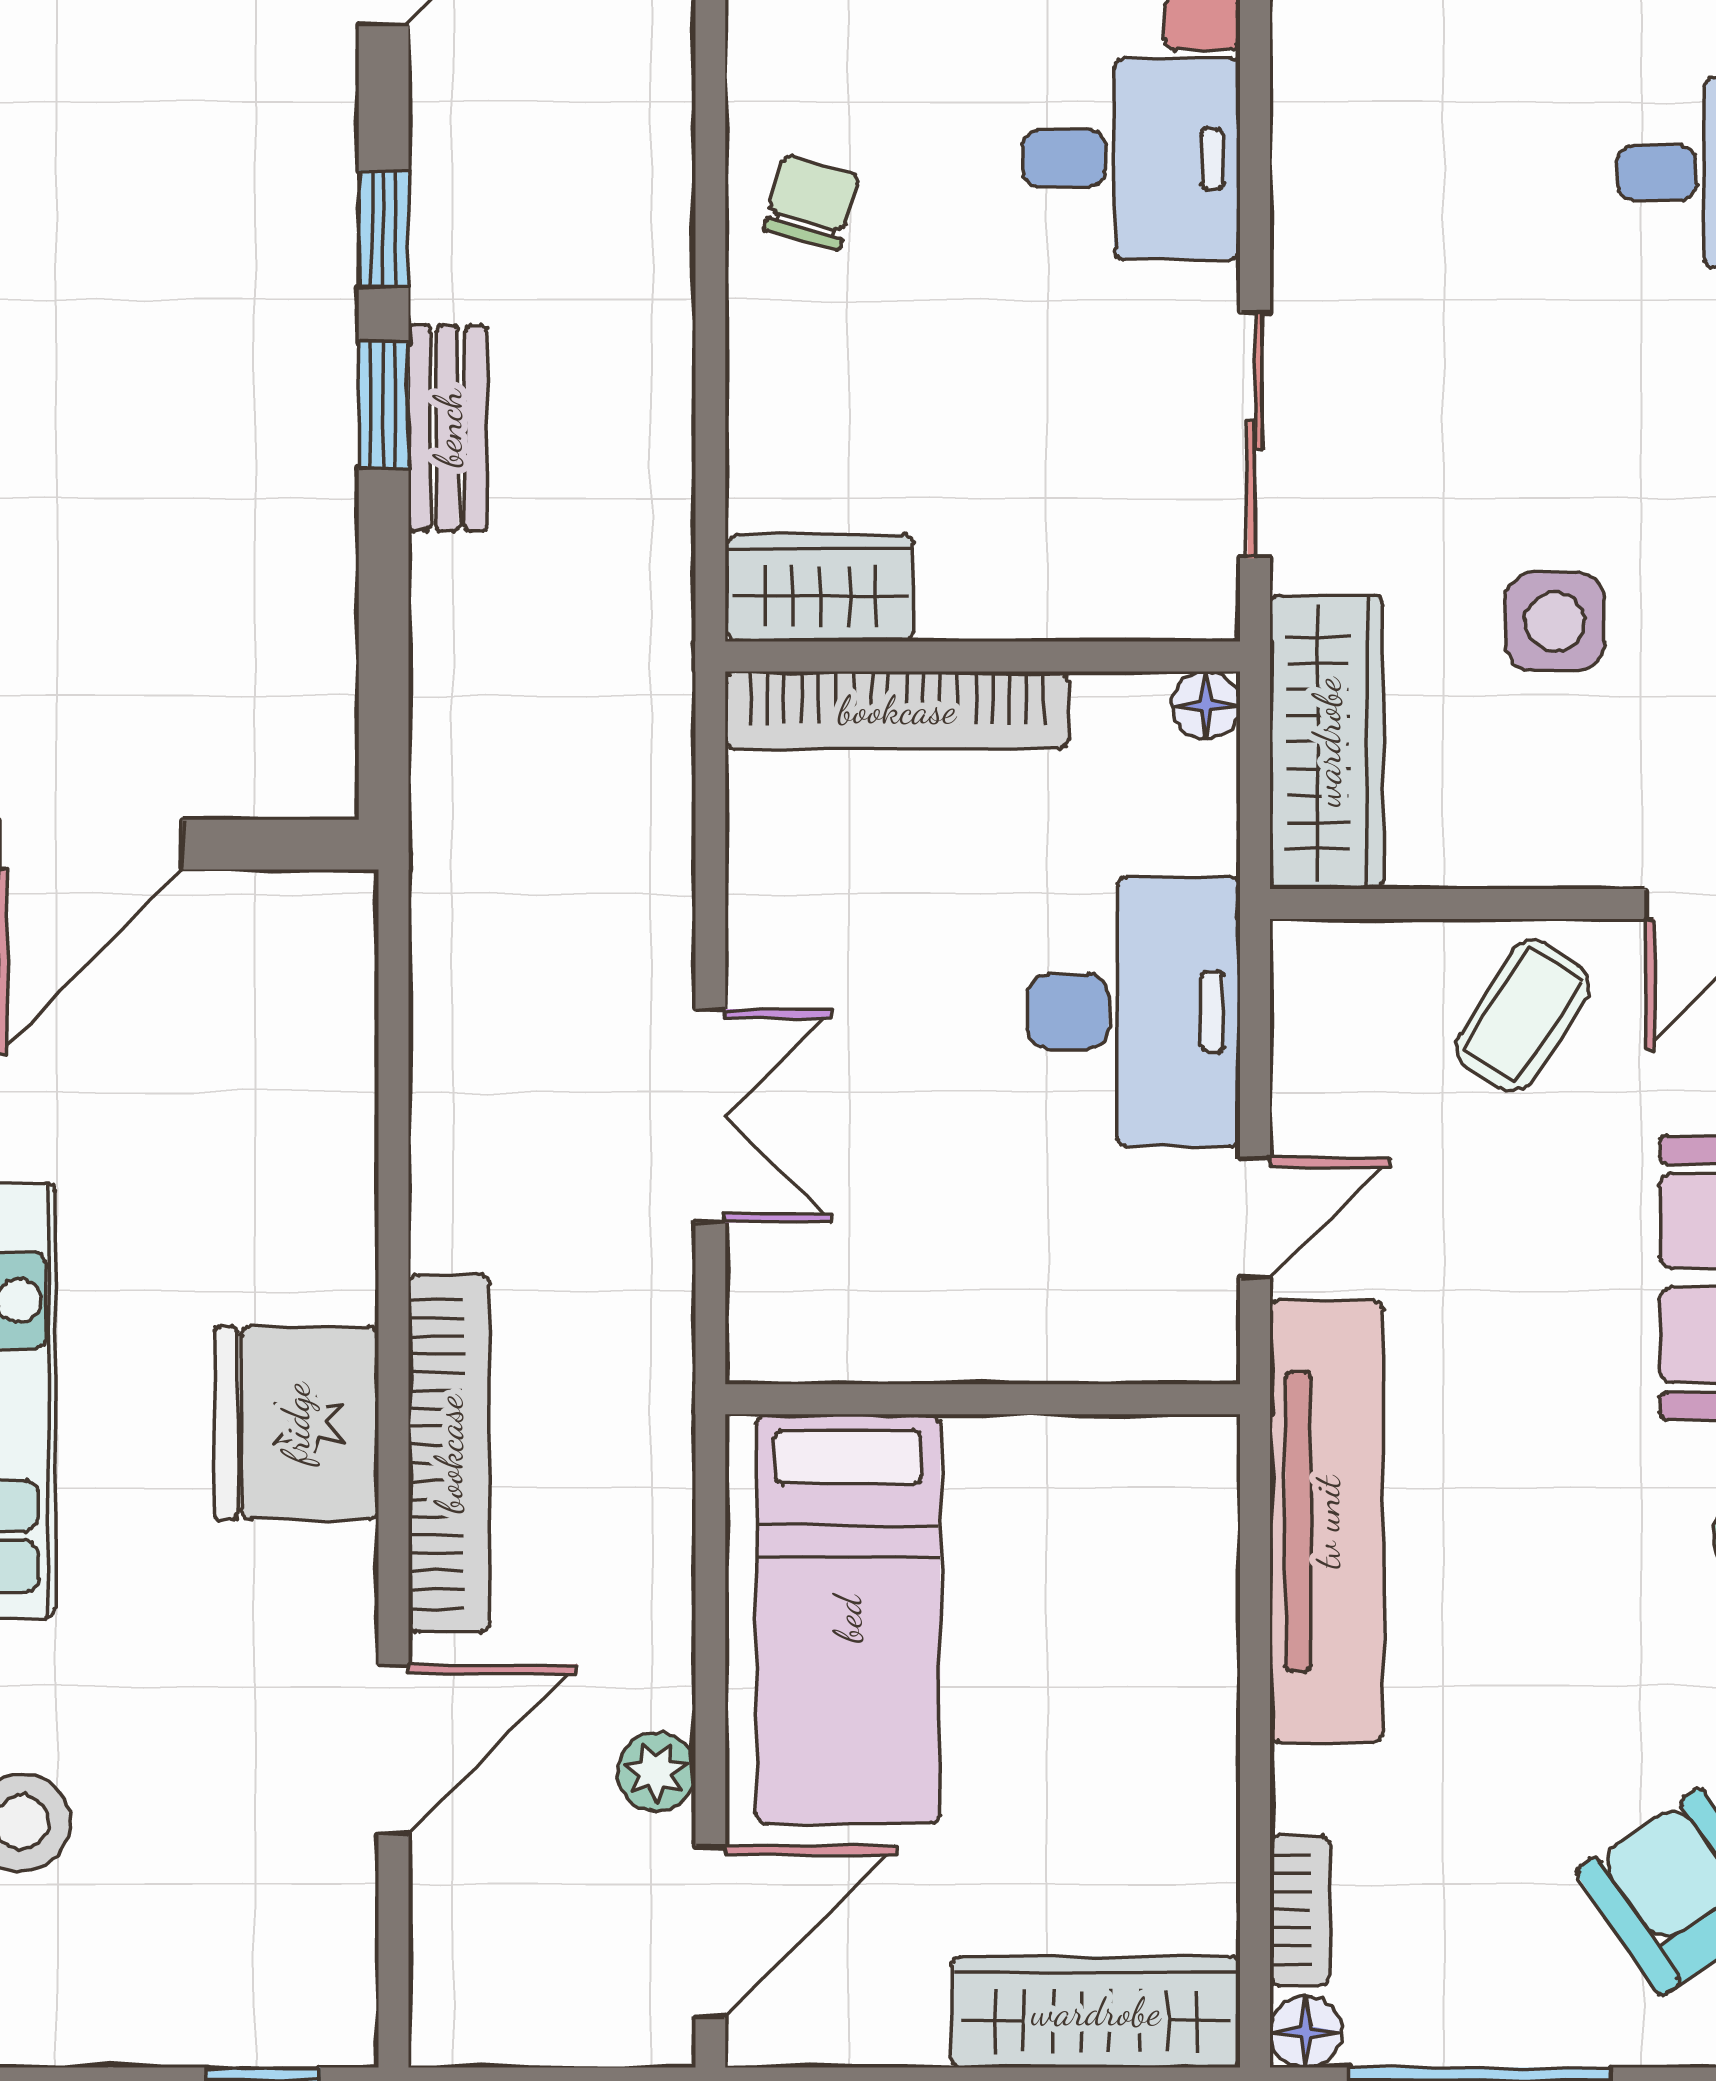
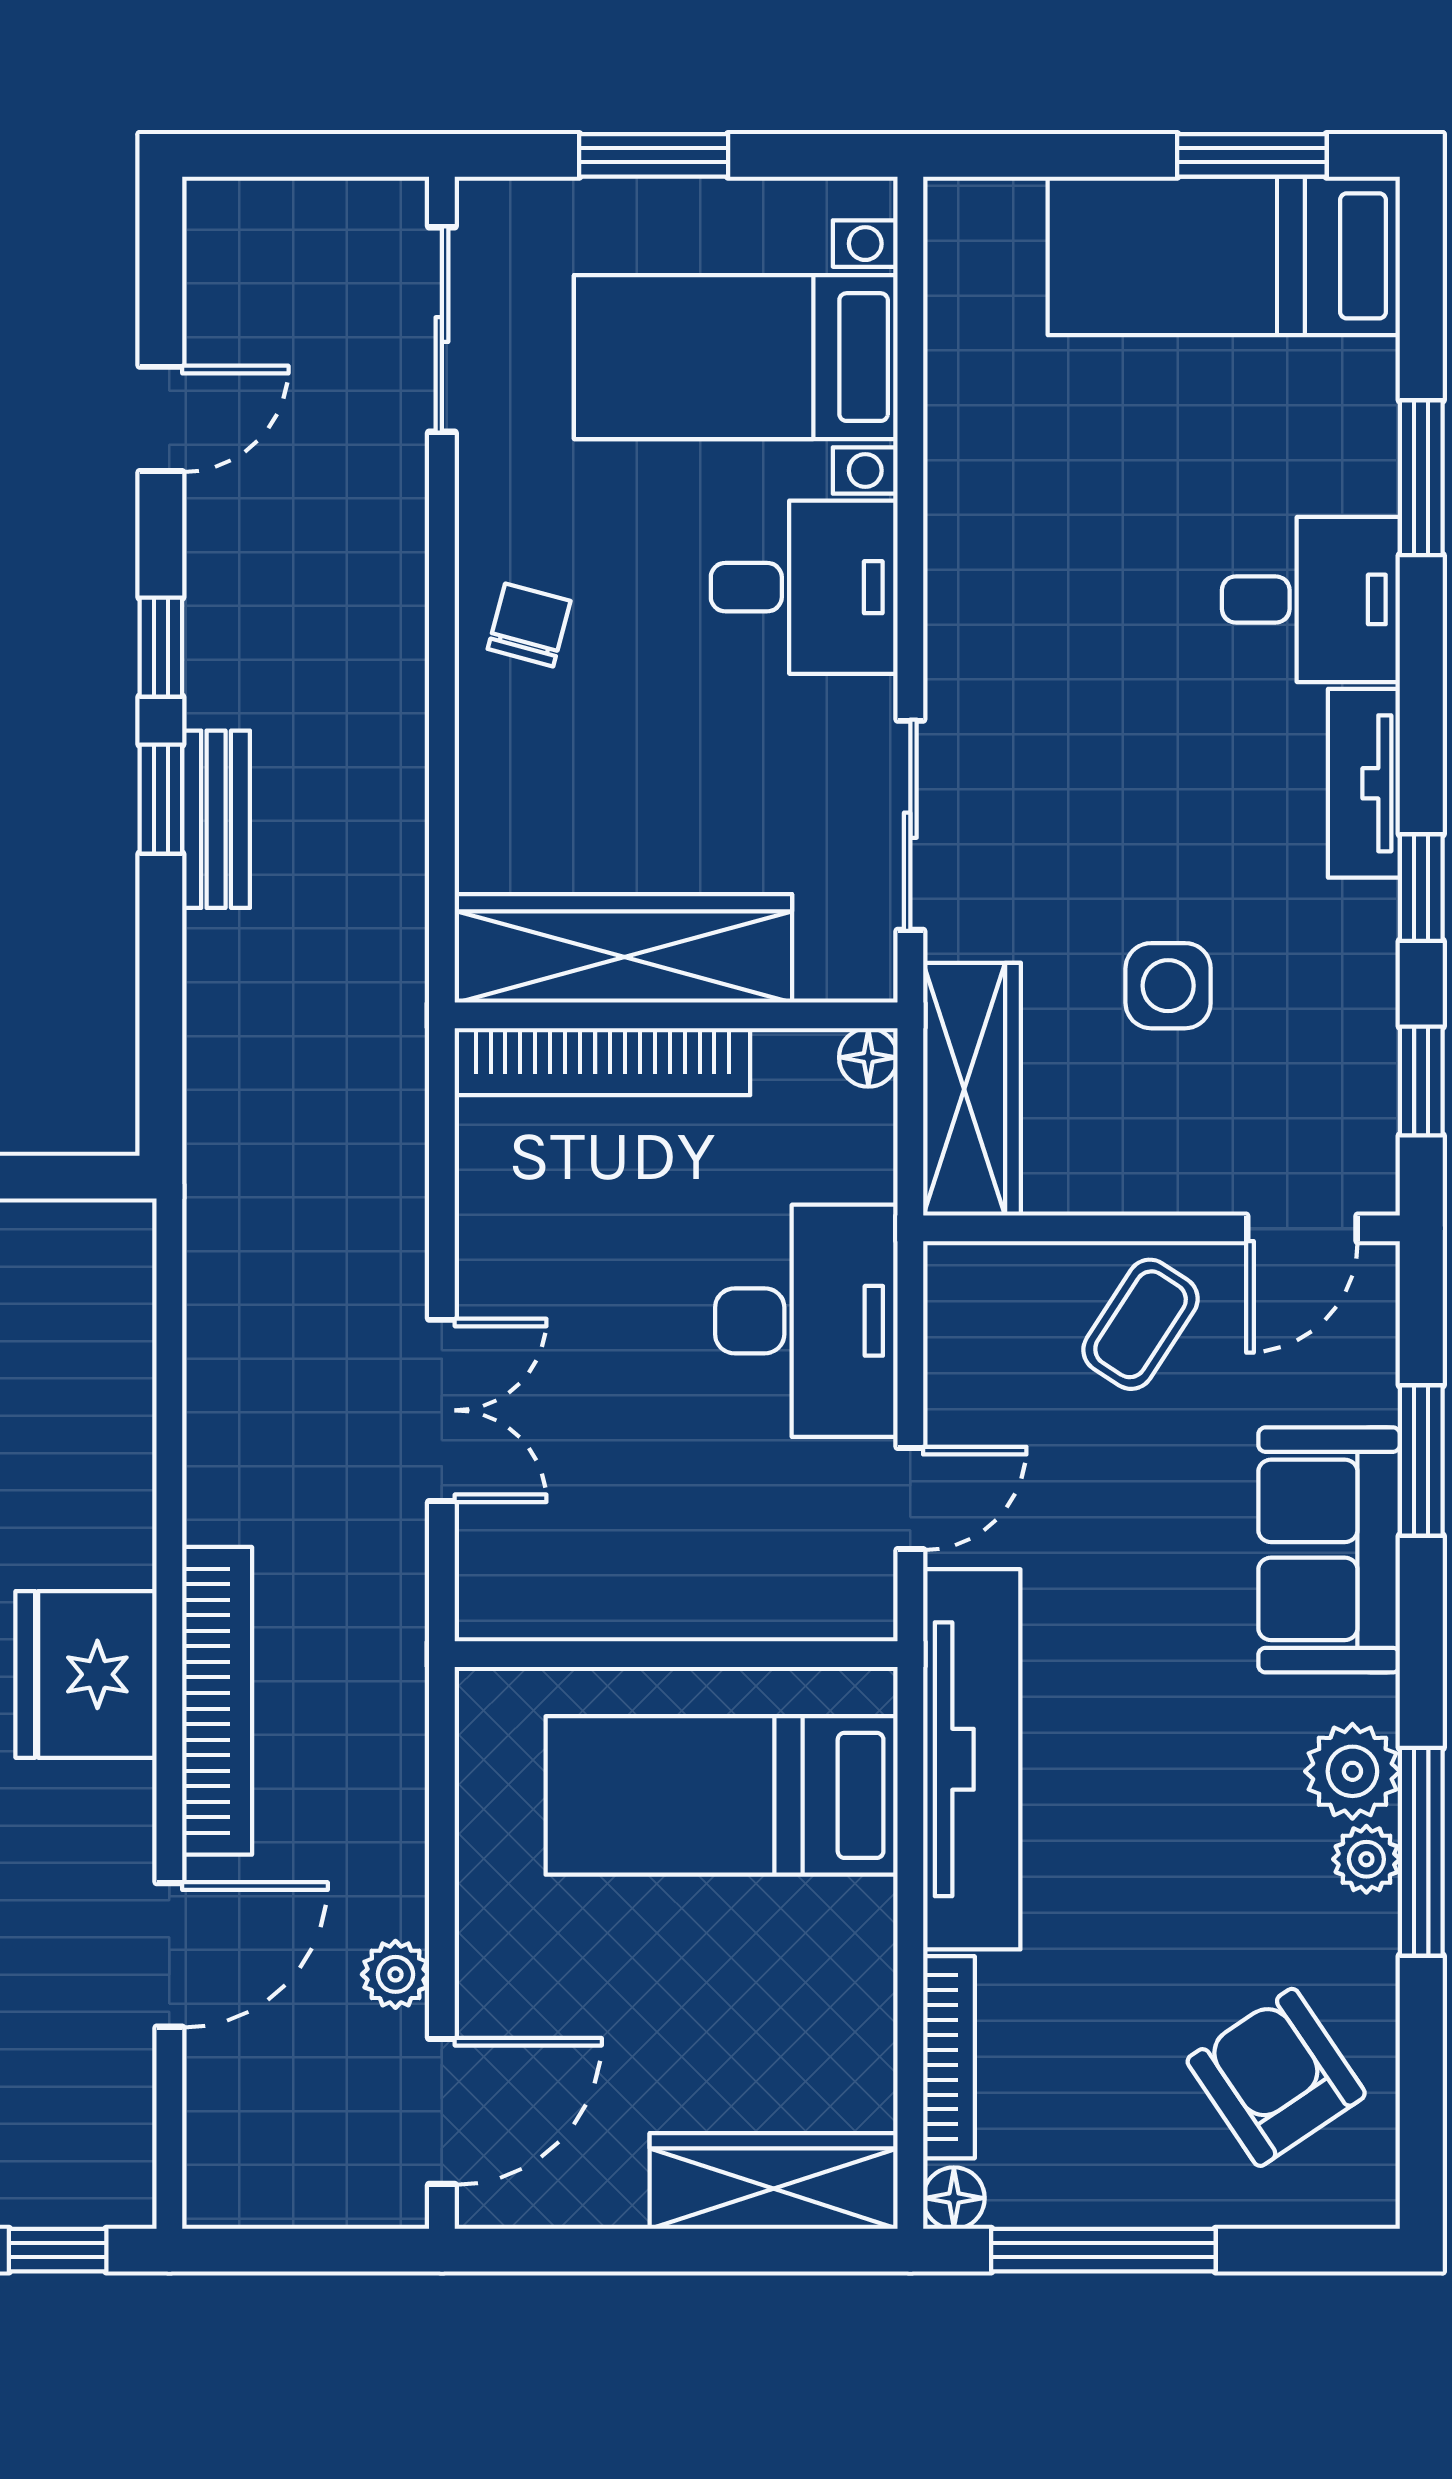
wardrobe: (821, 588) -> (624, 948), width x2.10, depth x1.17
bed: (848, 1619) -> (722, 1795), moved, turned 90
bookcase: (1300, 1910) -> (949, 2057), width x1.56

